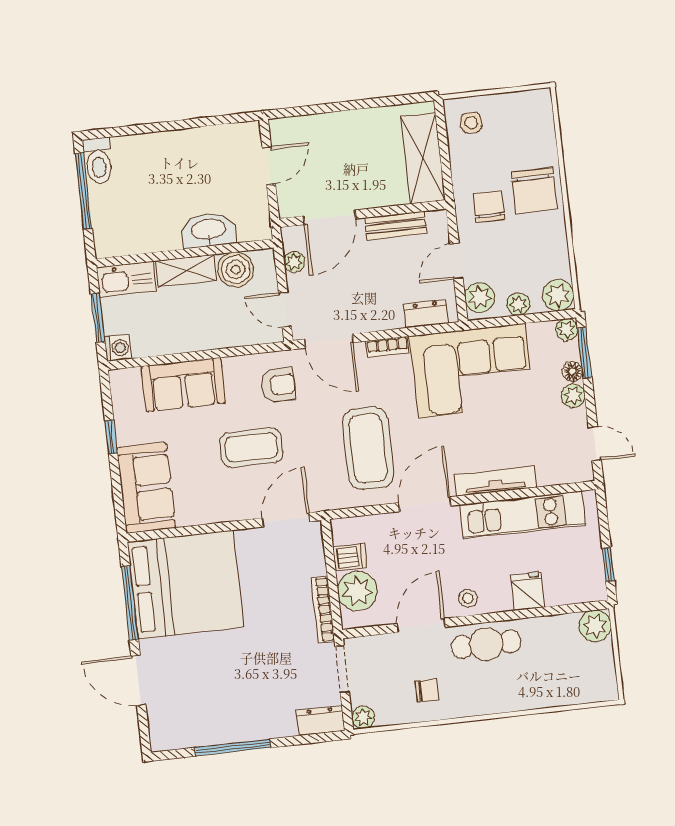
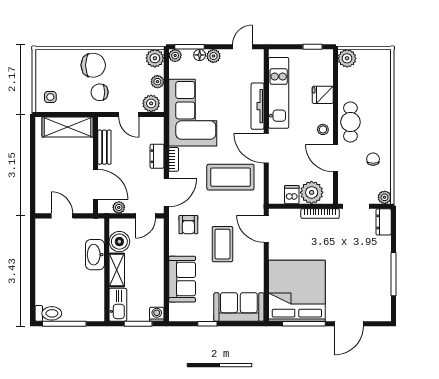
dresser: (426, 314) -> (157, 156), moved
armchair: (278, 385) -> (188, 225), turned 180

